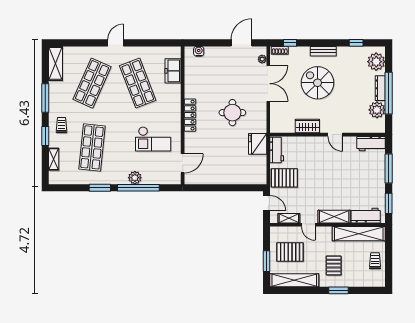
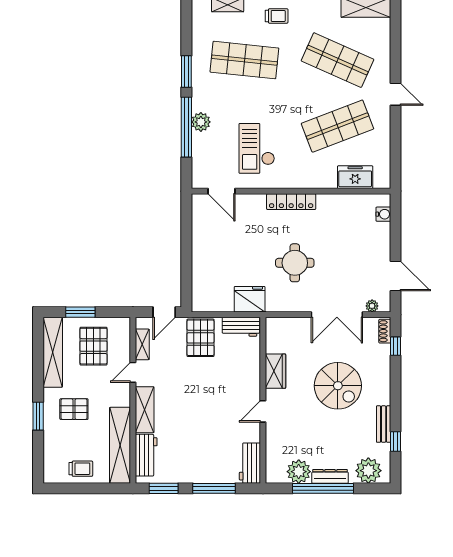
bench: (323, 51) -> (384, 424), moved
spiral stairs: (318, 83) -> (338, 386), turned 90

